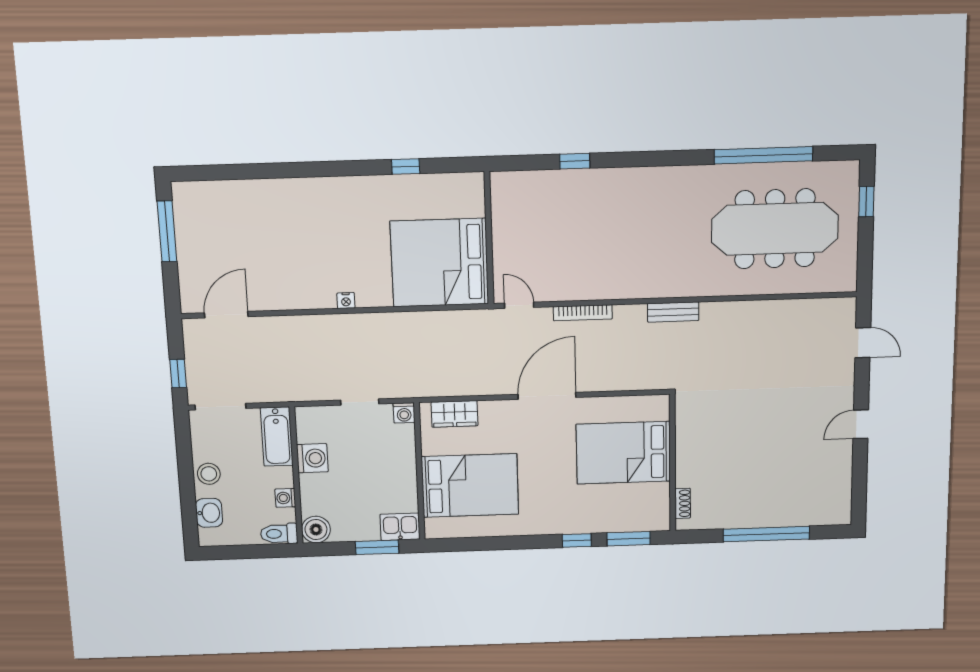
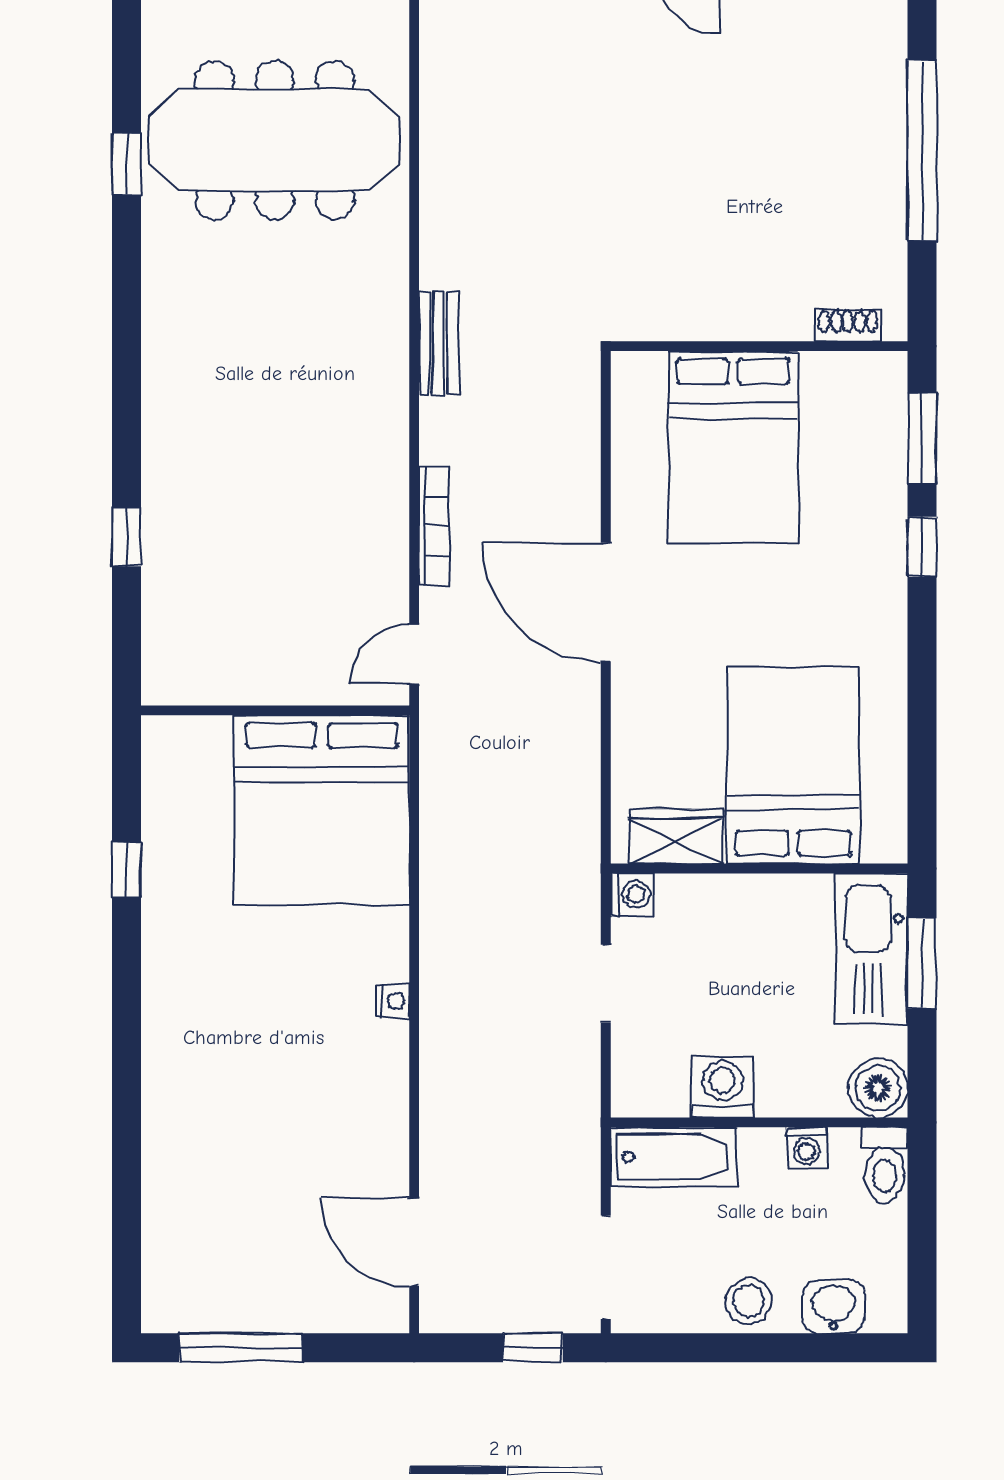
window: (763, 155) -> (127, 164), width x0.32
meeting table: (775, 229) -> (275, 140), turned 90
wardrobe: (454, 414) -> (676, 837), moved, turned -90
kitchen sink: (400, 527) -> (871, 949), width x1.88, depth x1.24

